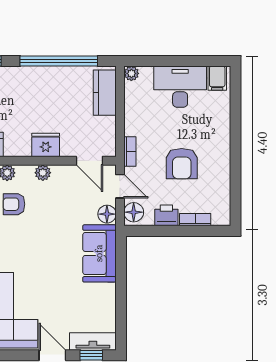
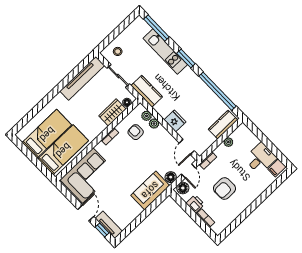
plant: (131, 73) -> (228, 142), moved
desk: (180, 87) -> (261, 158), width x0.73
plant: (43, 173) -> (154, 124), moved

